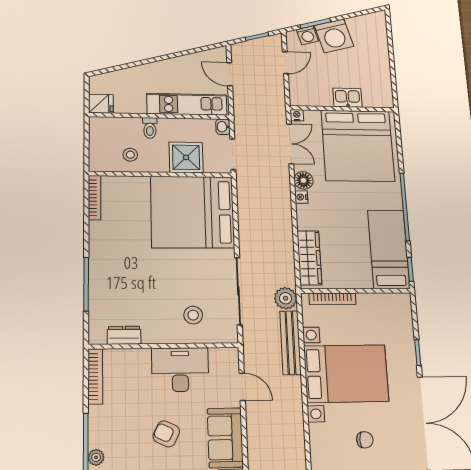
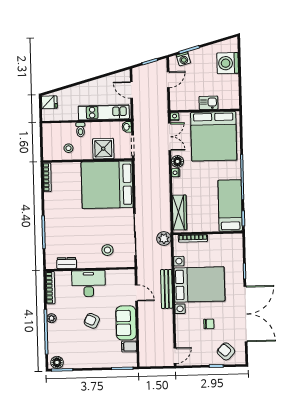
washing machine: (334, 36) -> (228, 63), moved, turned 105
fridge: (101, 104) -> (49, 102), moved
bench: (290, 343) -> (167, 289), moved
desk: (180, 370) -> (89, 283), moved
plant: (96, 457) -> (52, 318), moved

